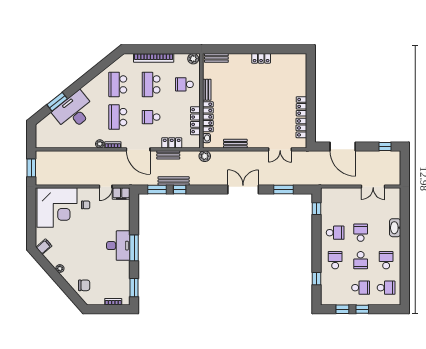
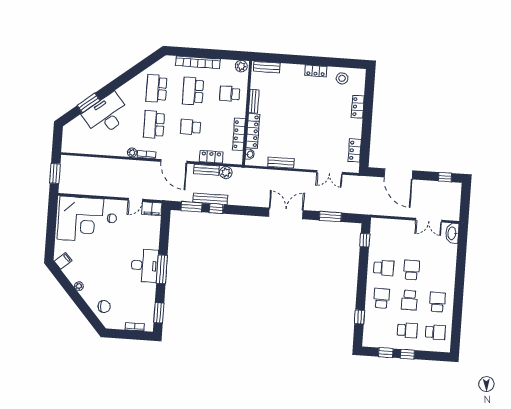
stool: (285, 63) -> (342, 78), added
locker: (301, 106) -> (358, 107), moved
plant: (205, 156) -> (226, 173), moved
washbasin: (395, 228) -> (452, 233), moved

